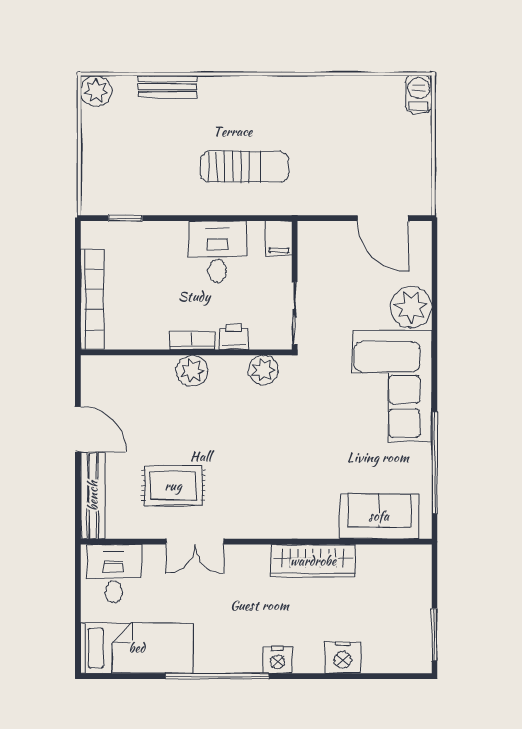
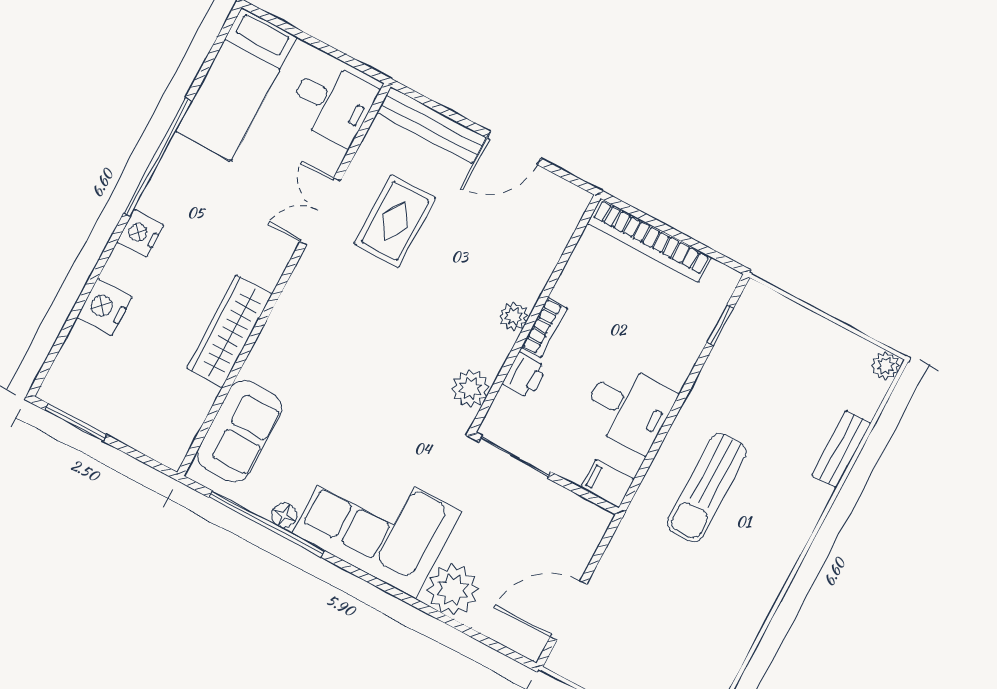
plant: (96, 91) -> (886, 366), width x0.73, depth x0.73
plant: (192, 371) -> (514, 316), width x0.73, depth x0.73
floor lamp: (422, 453) -> (284, 515), added

